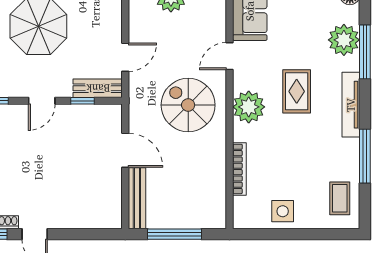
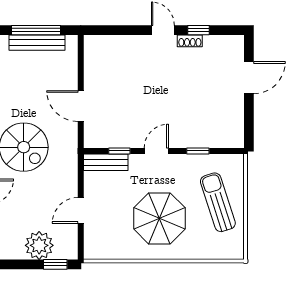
door: (125, 57) -> (81, 211), moved
bench: (137, 198) -> (37, 43), moved, turned 90

